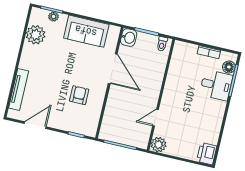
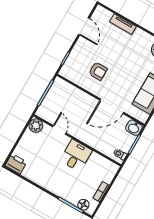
desk: (216, 85) -> (76, 155), moved, turned 180
tv unit: (19, 89) -> (123, 24), width x0.71

